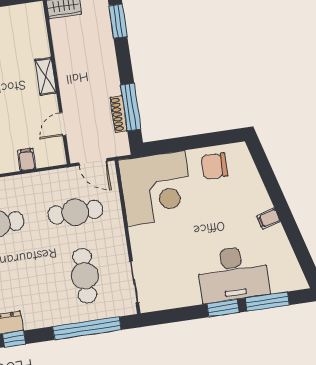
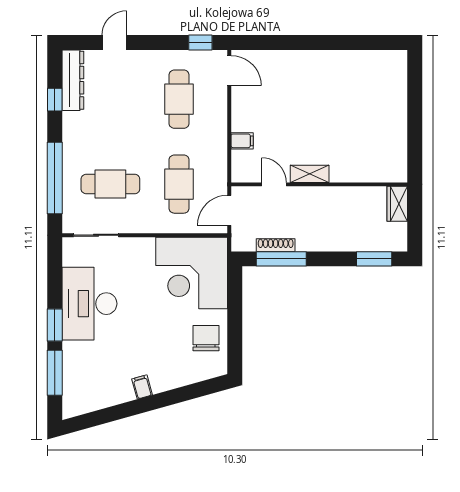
shelving: (46, 76) -> (310, 174), moved
desk: (233, 274) -> (89, 304), moved

